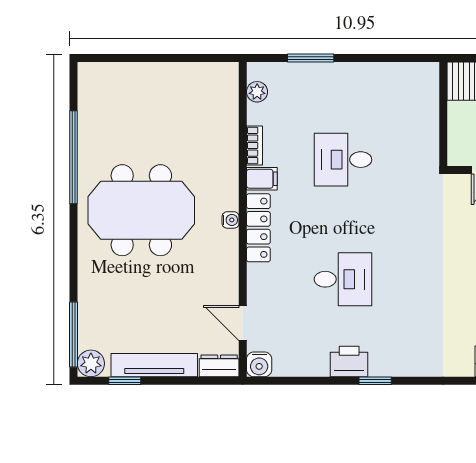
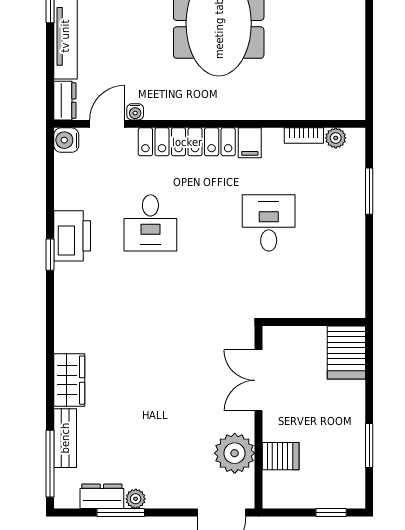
bookcase: (255, 146) -> (304, 136), moved
water cooler: (231, 220) -> (135, 112), moved
locker: (258, 228) -> (187, 142), width x1.41, depth x1.21
printer: (349, 361) -> (72, 236), width x1.37, depth x1.19

